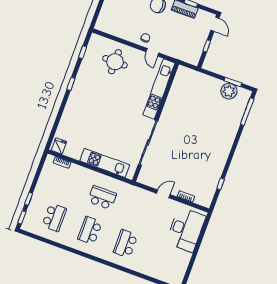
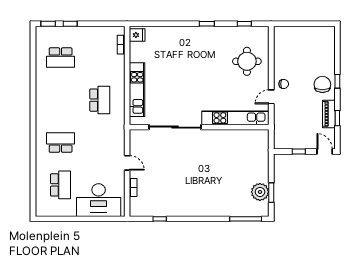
door: (215, 24) -> (325, 151), swing flipped
school desk: (90, 231) -> (61, 185), moved, turned 90

